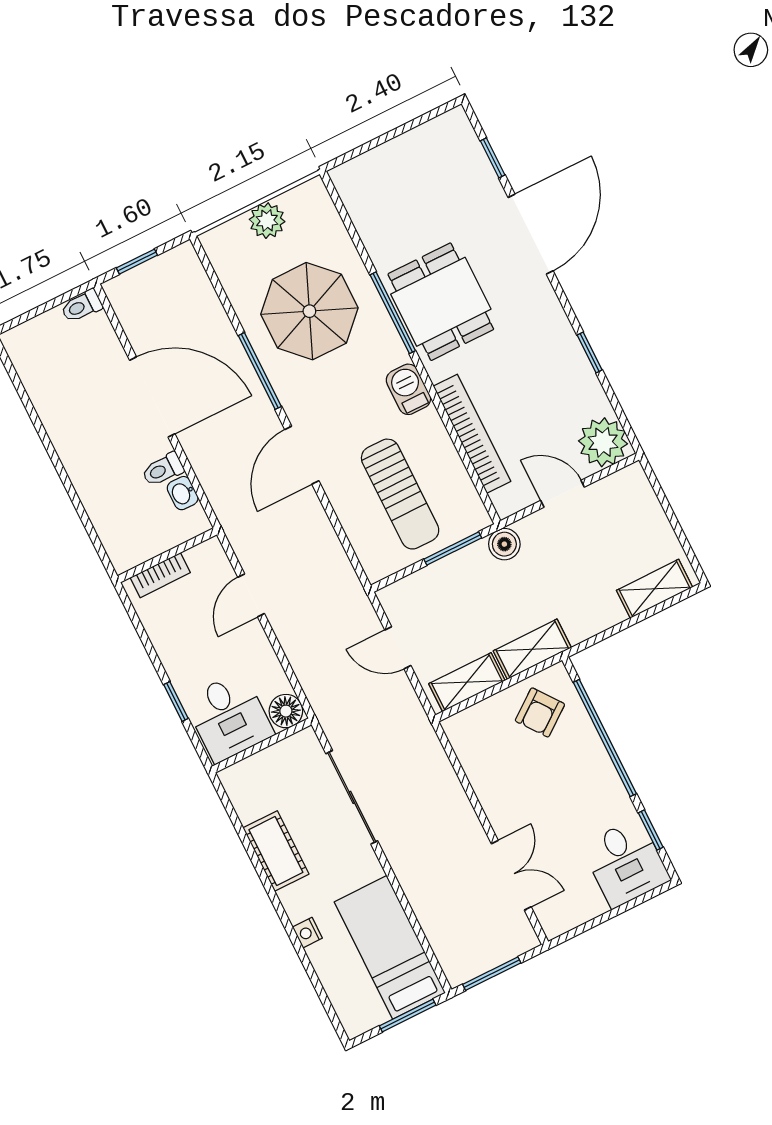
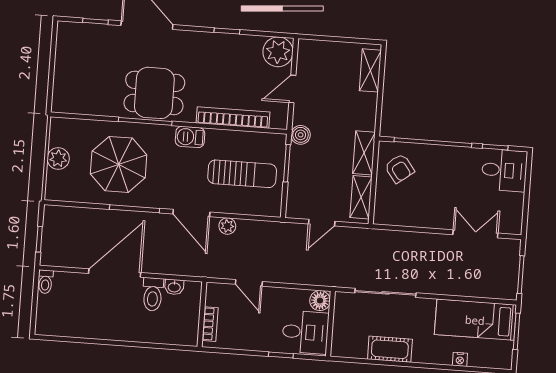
toilet: (163, 470) -> (153, 294), width x1.37, depth x1.39
plant: (314, 517) -> (227, 226), added
nightstand: (307, 933) -> (460, 359), moved

